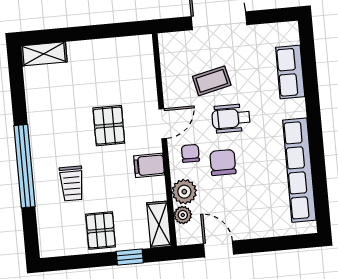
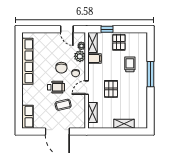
shelving: (44, 54) -> (124, 124), moved
shelving: (145, 69) -> (93, 113), added
row of seats: (290, 72) -> (28, 117), moved
filing cabinet: (149, 165) -> (95, 58), moved
window: (24, 166) -> (150, 74), width x0.68

